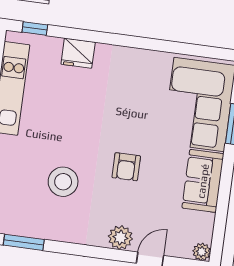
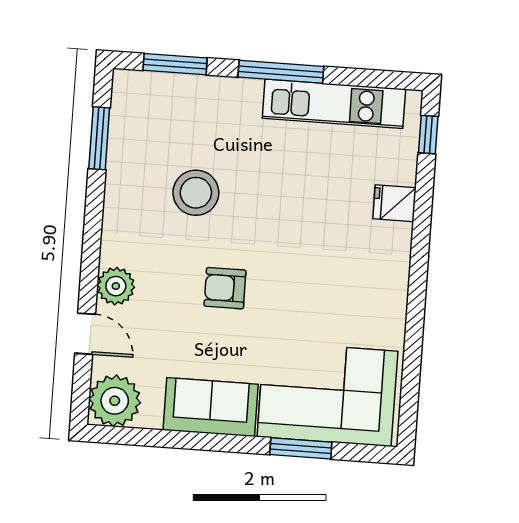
fridge: (78, 53) -> (394, 203), width x0.72
plant: (202, 252) -> (115, 401), width x1.88, depth x1.88

